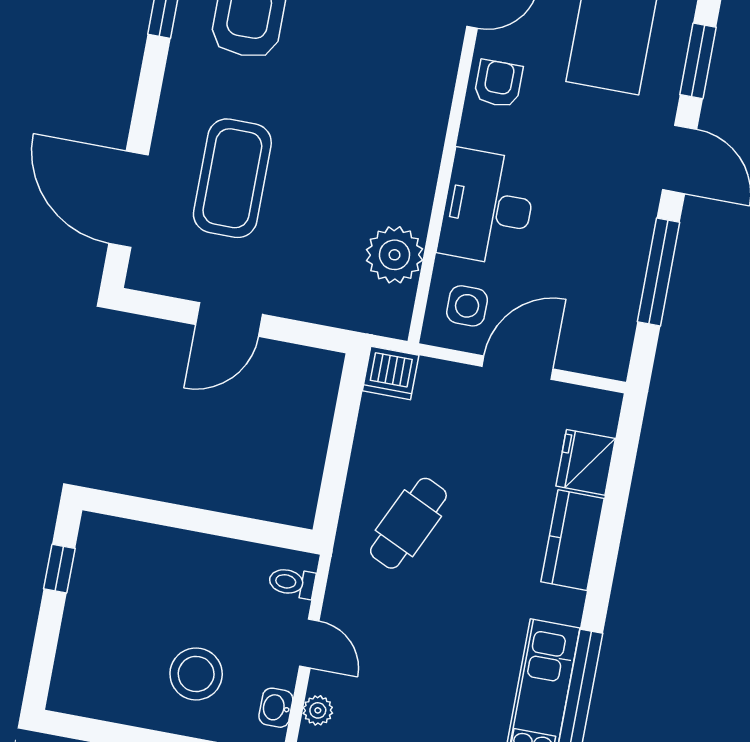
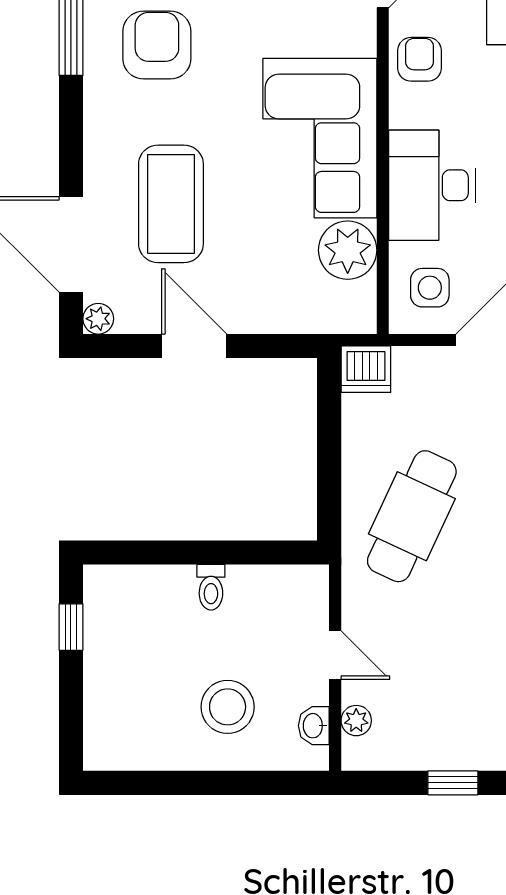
corner sofa: (388, 142) -> (320, 138), added
plant: (141, 276) -> (98, 319), added
door: (229, 320) -> (194, 346), swing flipped
cafe table: (408, 523) -> (412, 516), width x1.37, depth x1.35
toilet: (292, 583) -> (211, 587), moved, turned -90

